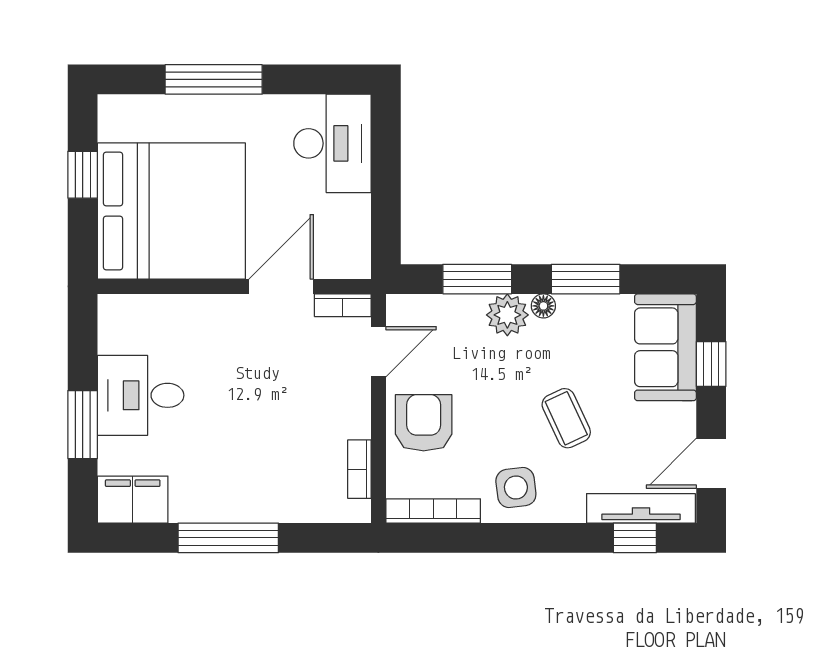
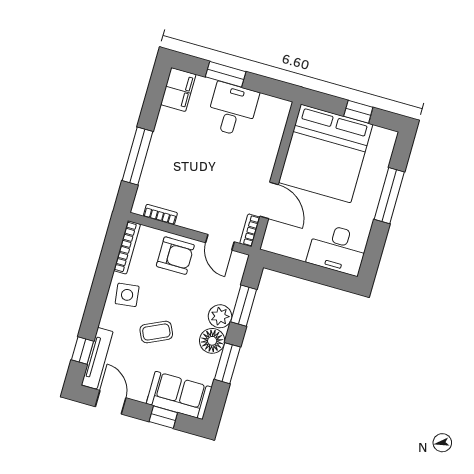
floor lamp: (543, 306) -> (212, 341), width x1.89, depth x1.89
window: (228, 538) -> (137, 156), moved

